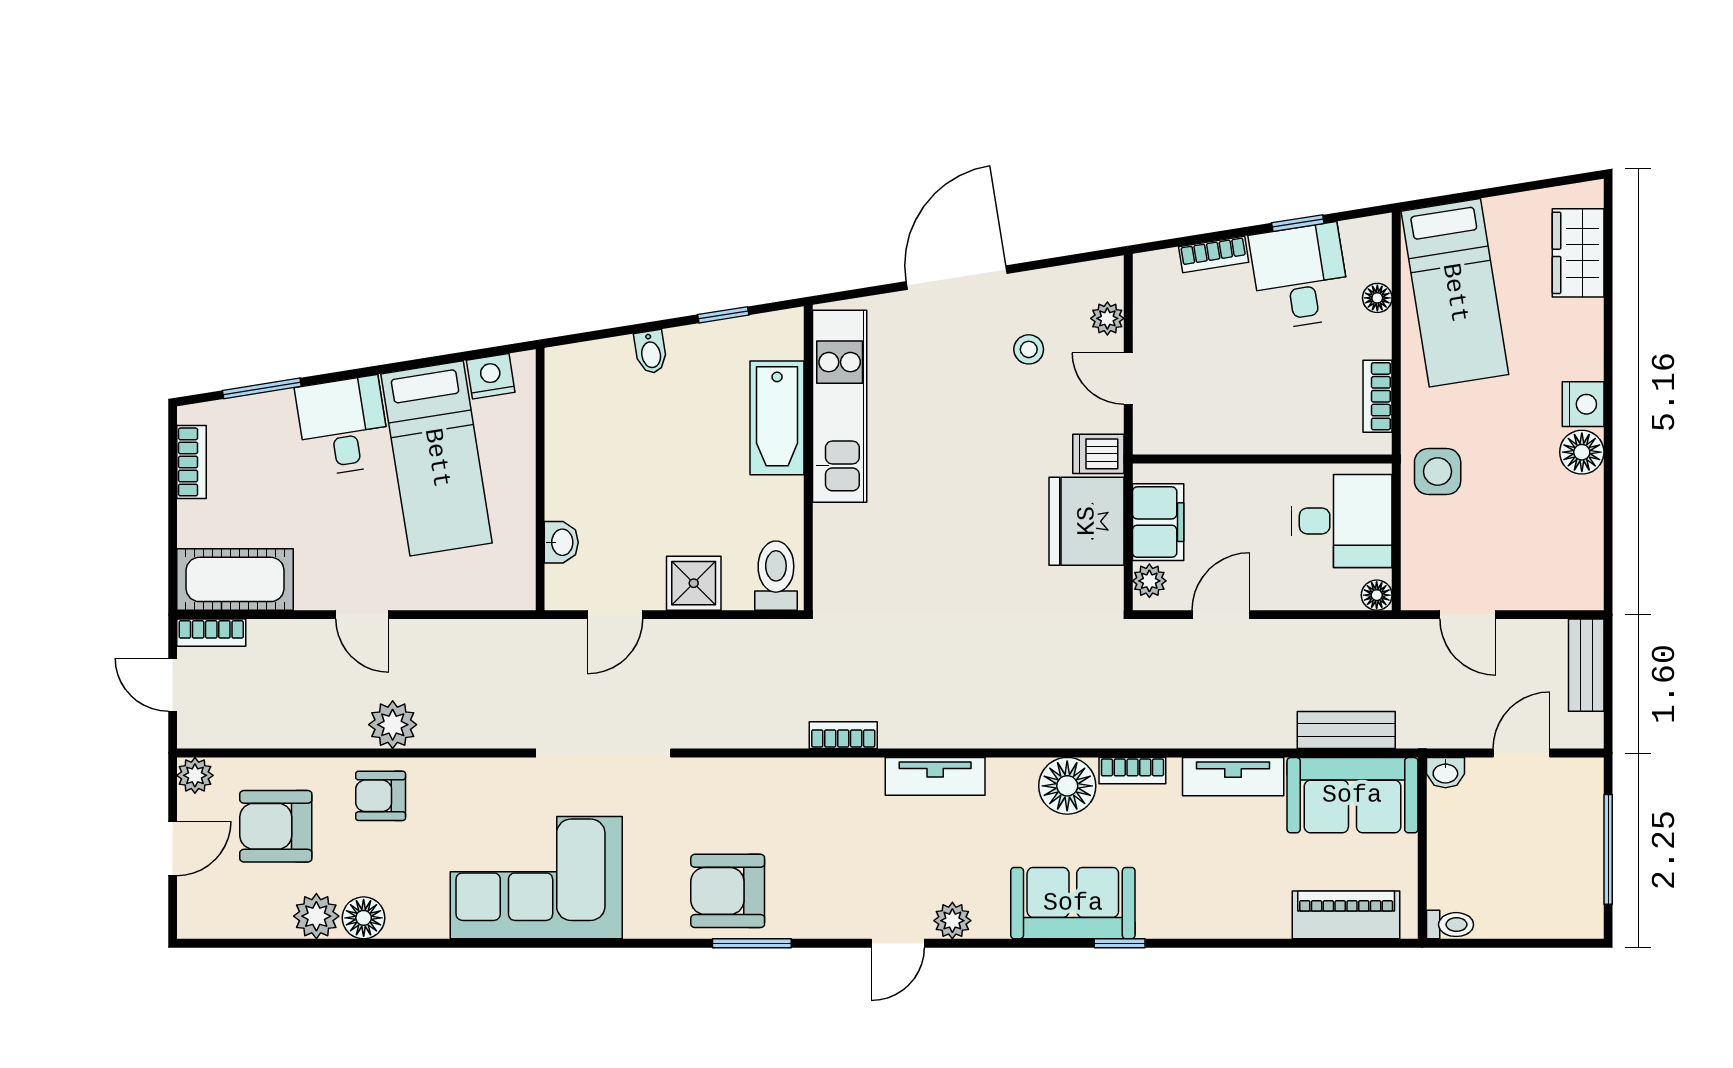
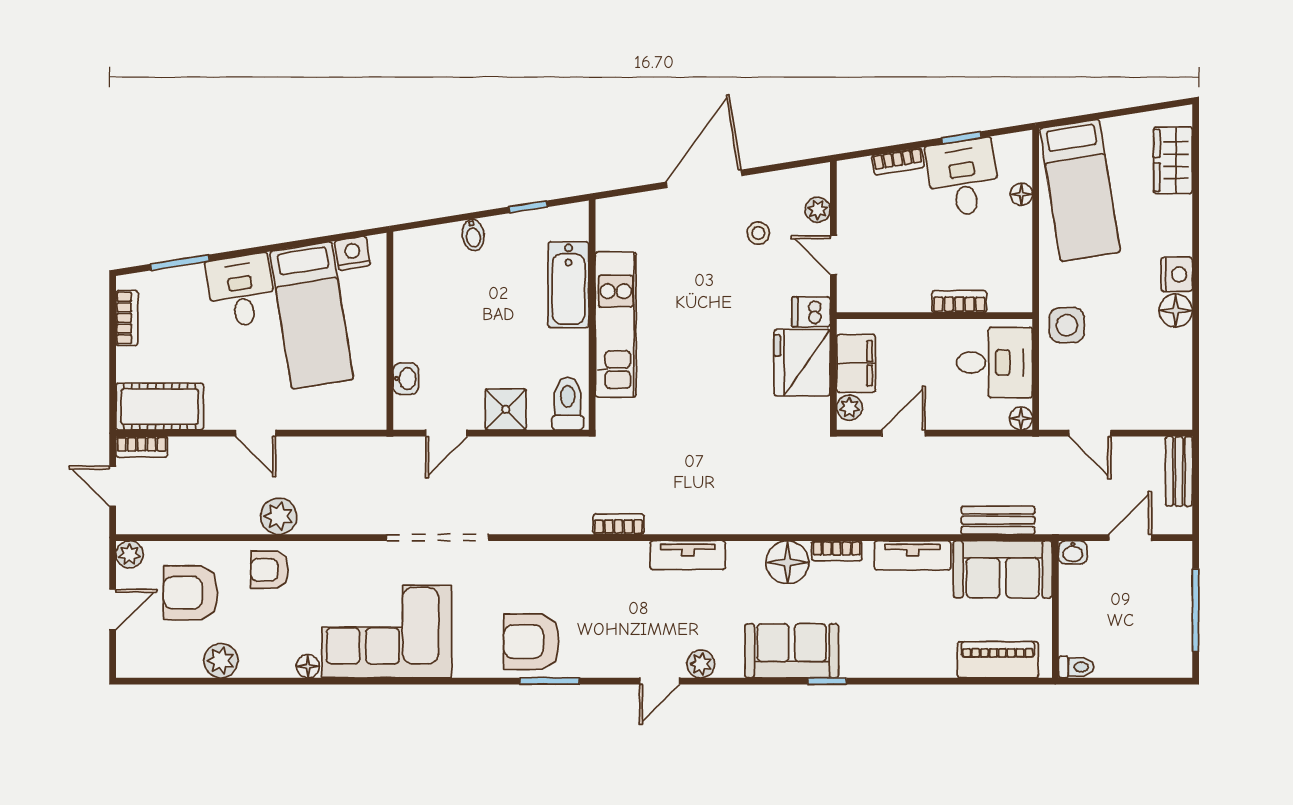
bookcase: (1377, 396) -> (959, 302), moved, turned 90
kitchen unit: (840, 406) -> (616, 325), moved
floor lamp: (364, 918) -> (308, 666), moved, width x0.73, depth x0.73

